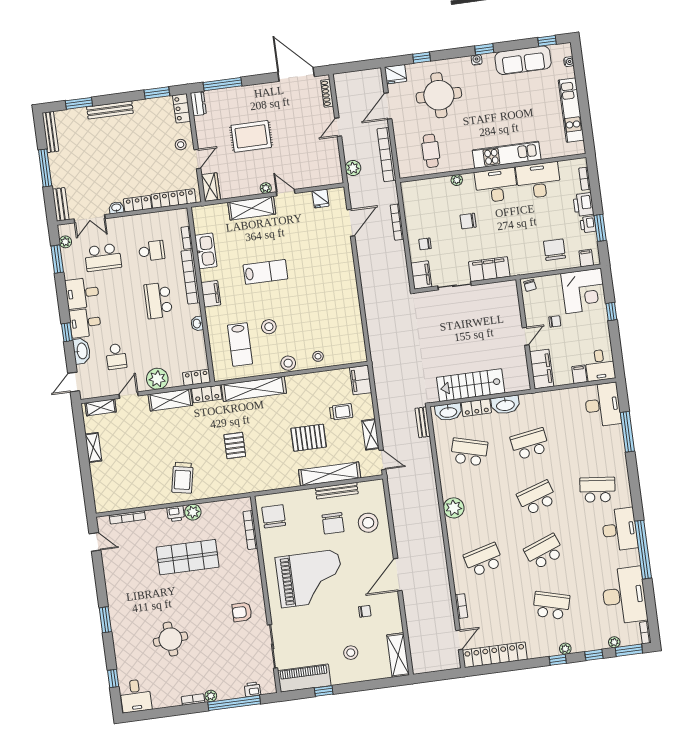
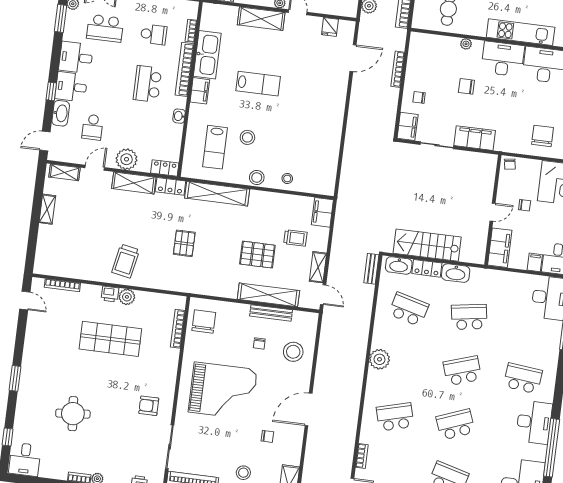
kitchen sink: (206, 251) -> (207, 55), width x1.36, depth x1.24
chair: (333, 523) -> (259, 343), width x0.54, depth x0.54

